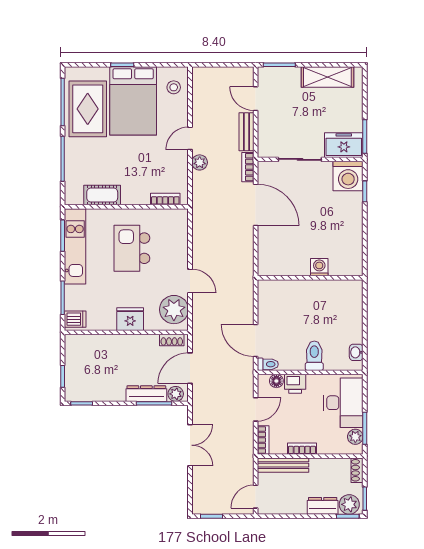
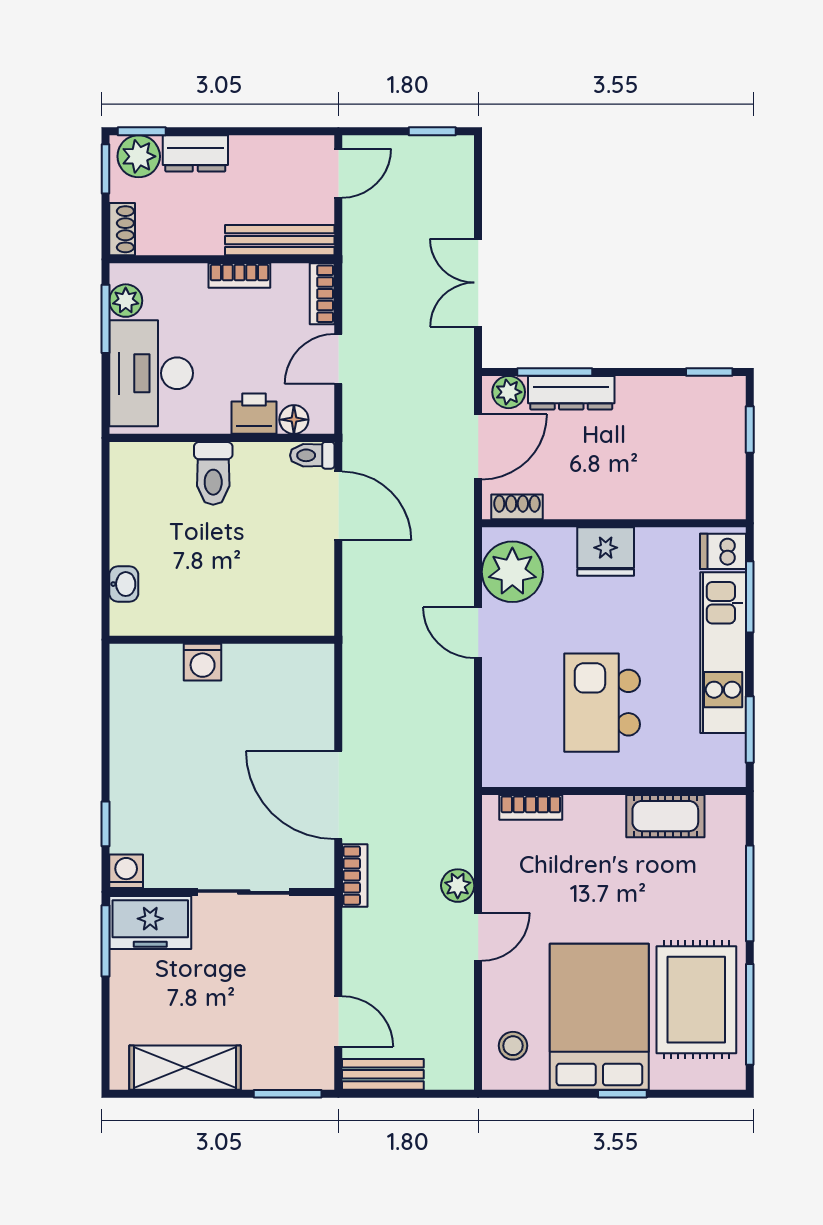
bench: (246, 132) -> (383, 1074), moved, turned 90
washing machine: (348, 176) -> (126, 871), width x0.53, depth x0.53
kitchen unit: (75, 246) -> (723, 653), moved
kitchen island: (132, 248) -> (602, 703), turned 180
washbasin: (356, 352) -> (124, 584), moved

